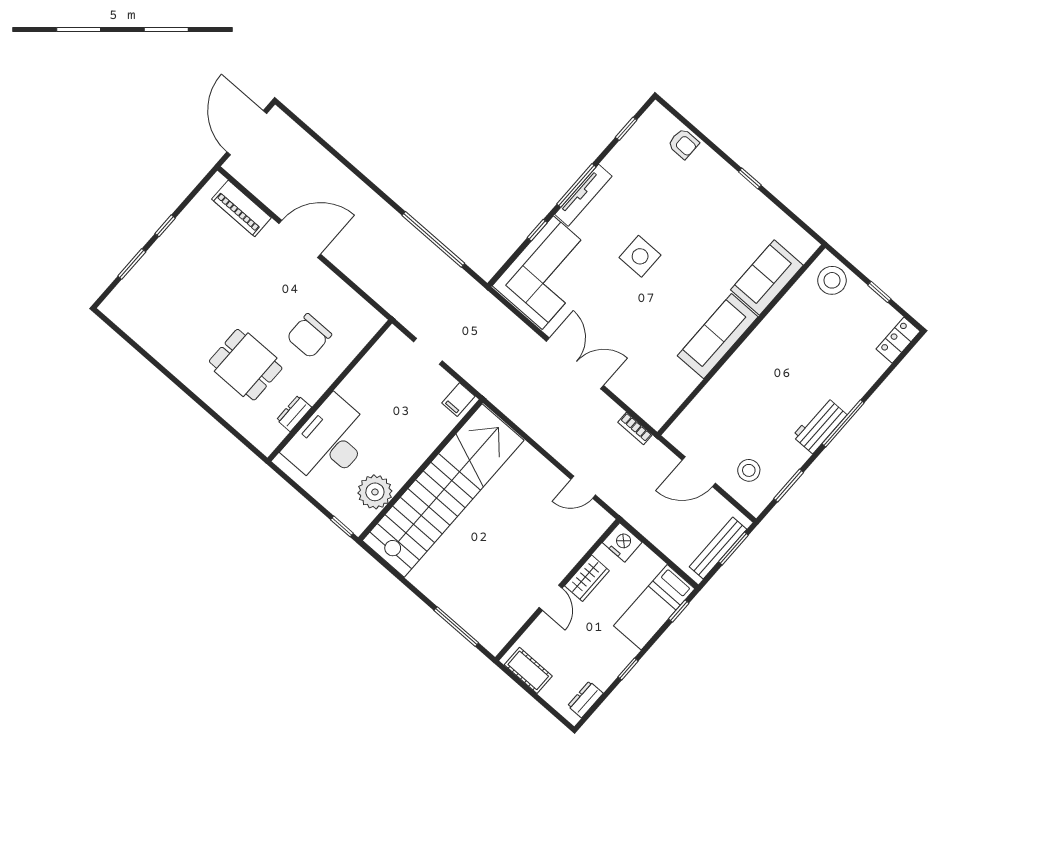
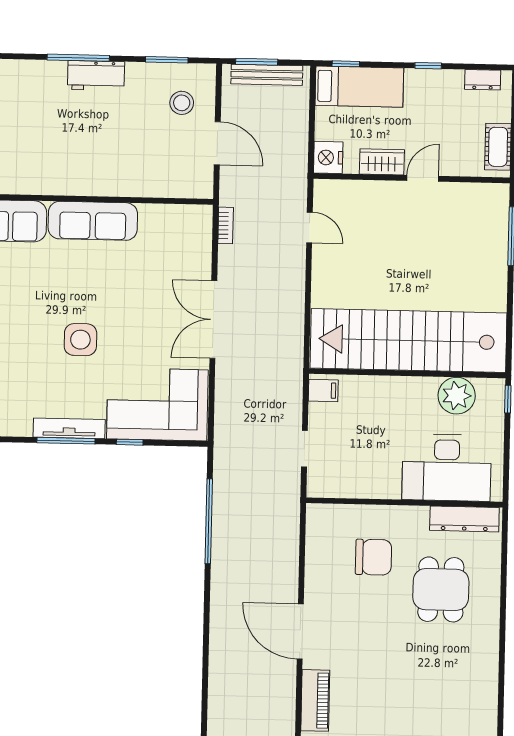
dresser: (294, 413) -> (464, 519), width x1.96, depth x1.24

